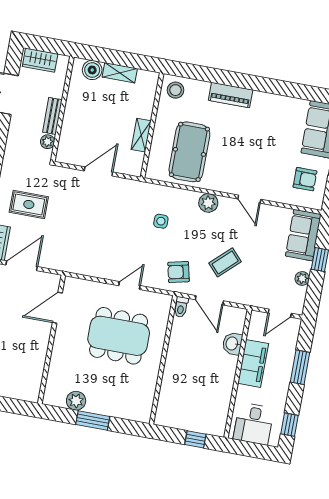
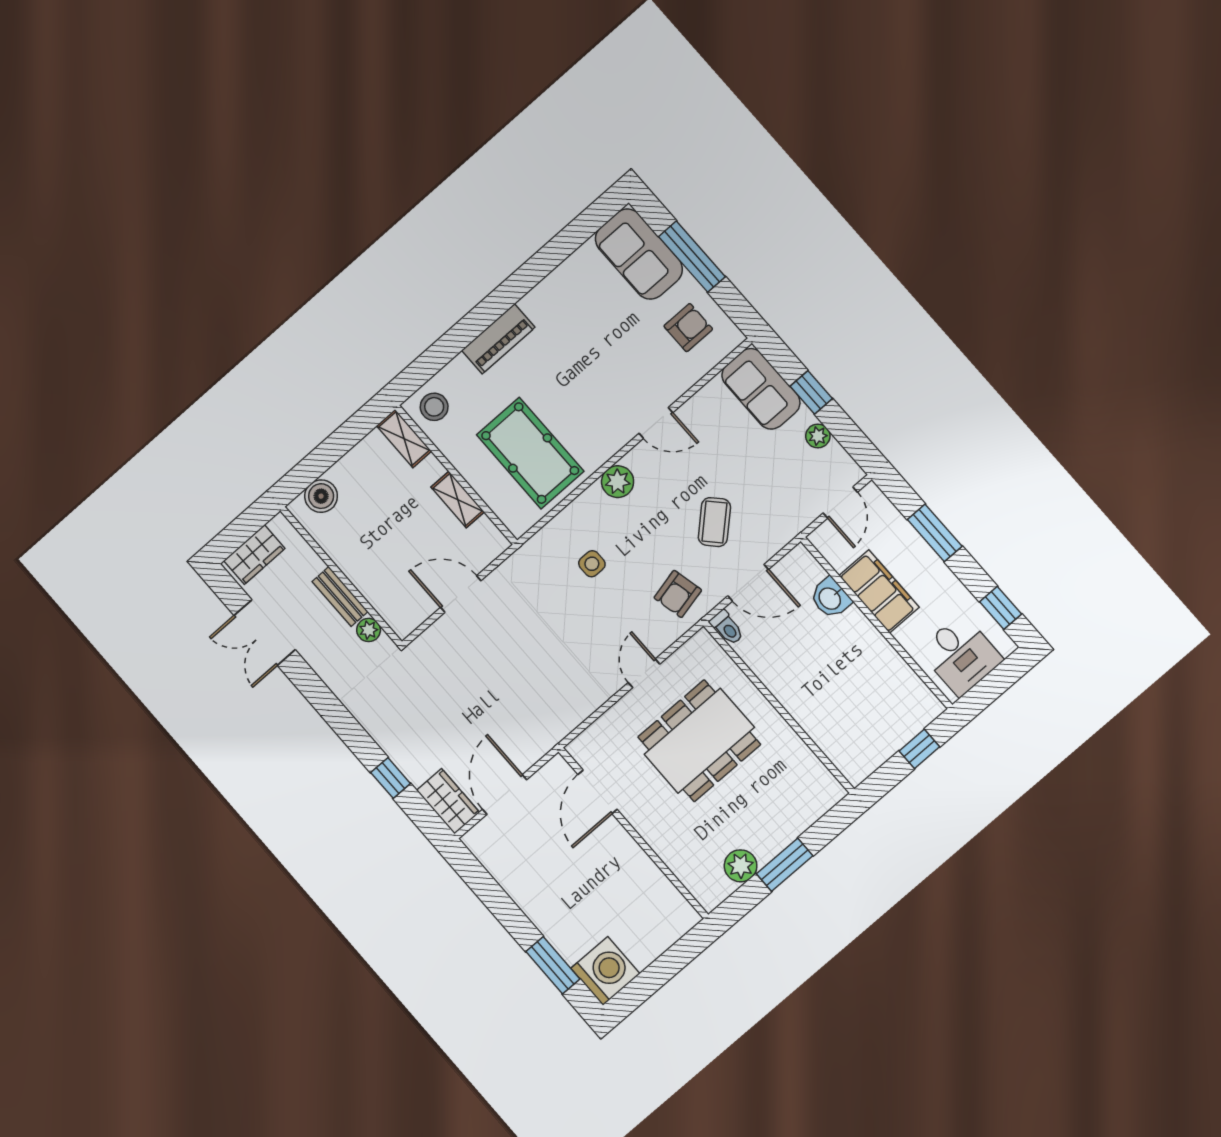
shelving: (120, 73) -> (404, 439), moved, turned 90
door: (98, 171) -> (461, 594), hinge flipped
rug: (29, 204) -> (431, 721), removed

